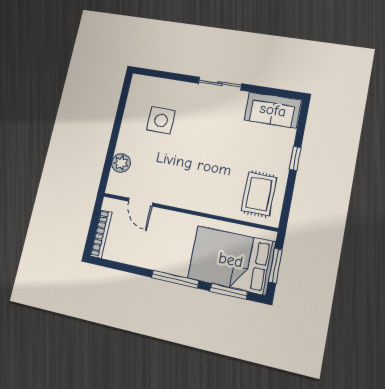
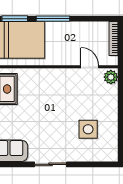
plant: (121, 163) -> (111, 77), moved

